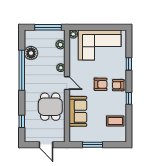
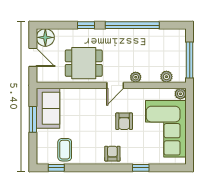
floor lamp: (31, 53) -> (45, 37), moved
armchair: (101, 84) -> (124, 121), moved
window: (129, 98) -> (56, 168), moved
sofa: (78, 111) -> (48, 108), moved, turned -90
window: (22, 121) -> (86, 25), moved
door: (46, 145) -> (33, 57), swing flipped

